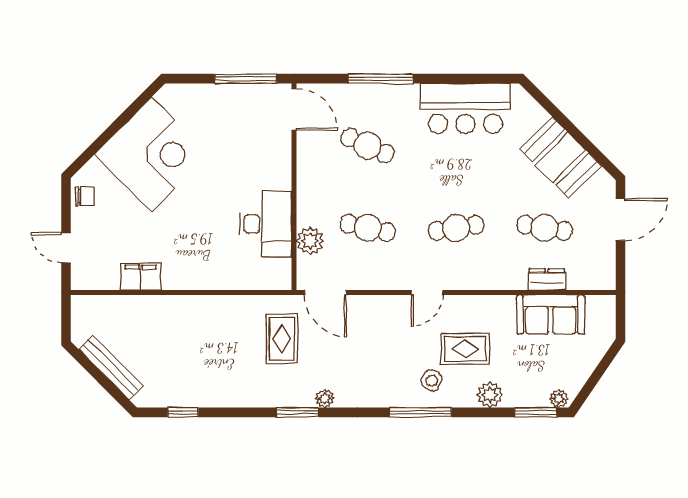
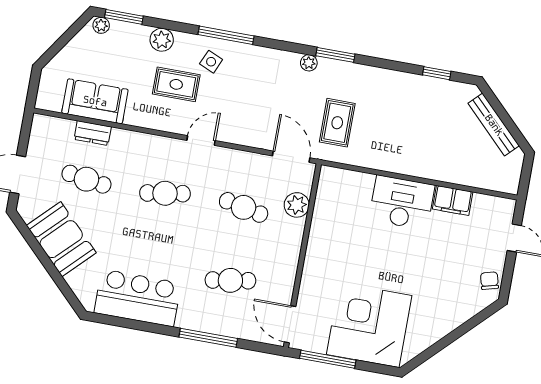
cafe table: (368, 146) -> (230, 280), turned -33
corner desk: (152, 154) -> (369, 325), moved, turned 45
chair: (85, 196) -> (489, 281), turned 75
desk: (266, 224) -> (402, 202), moved, turned 90

